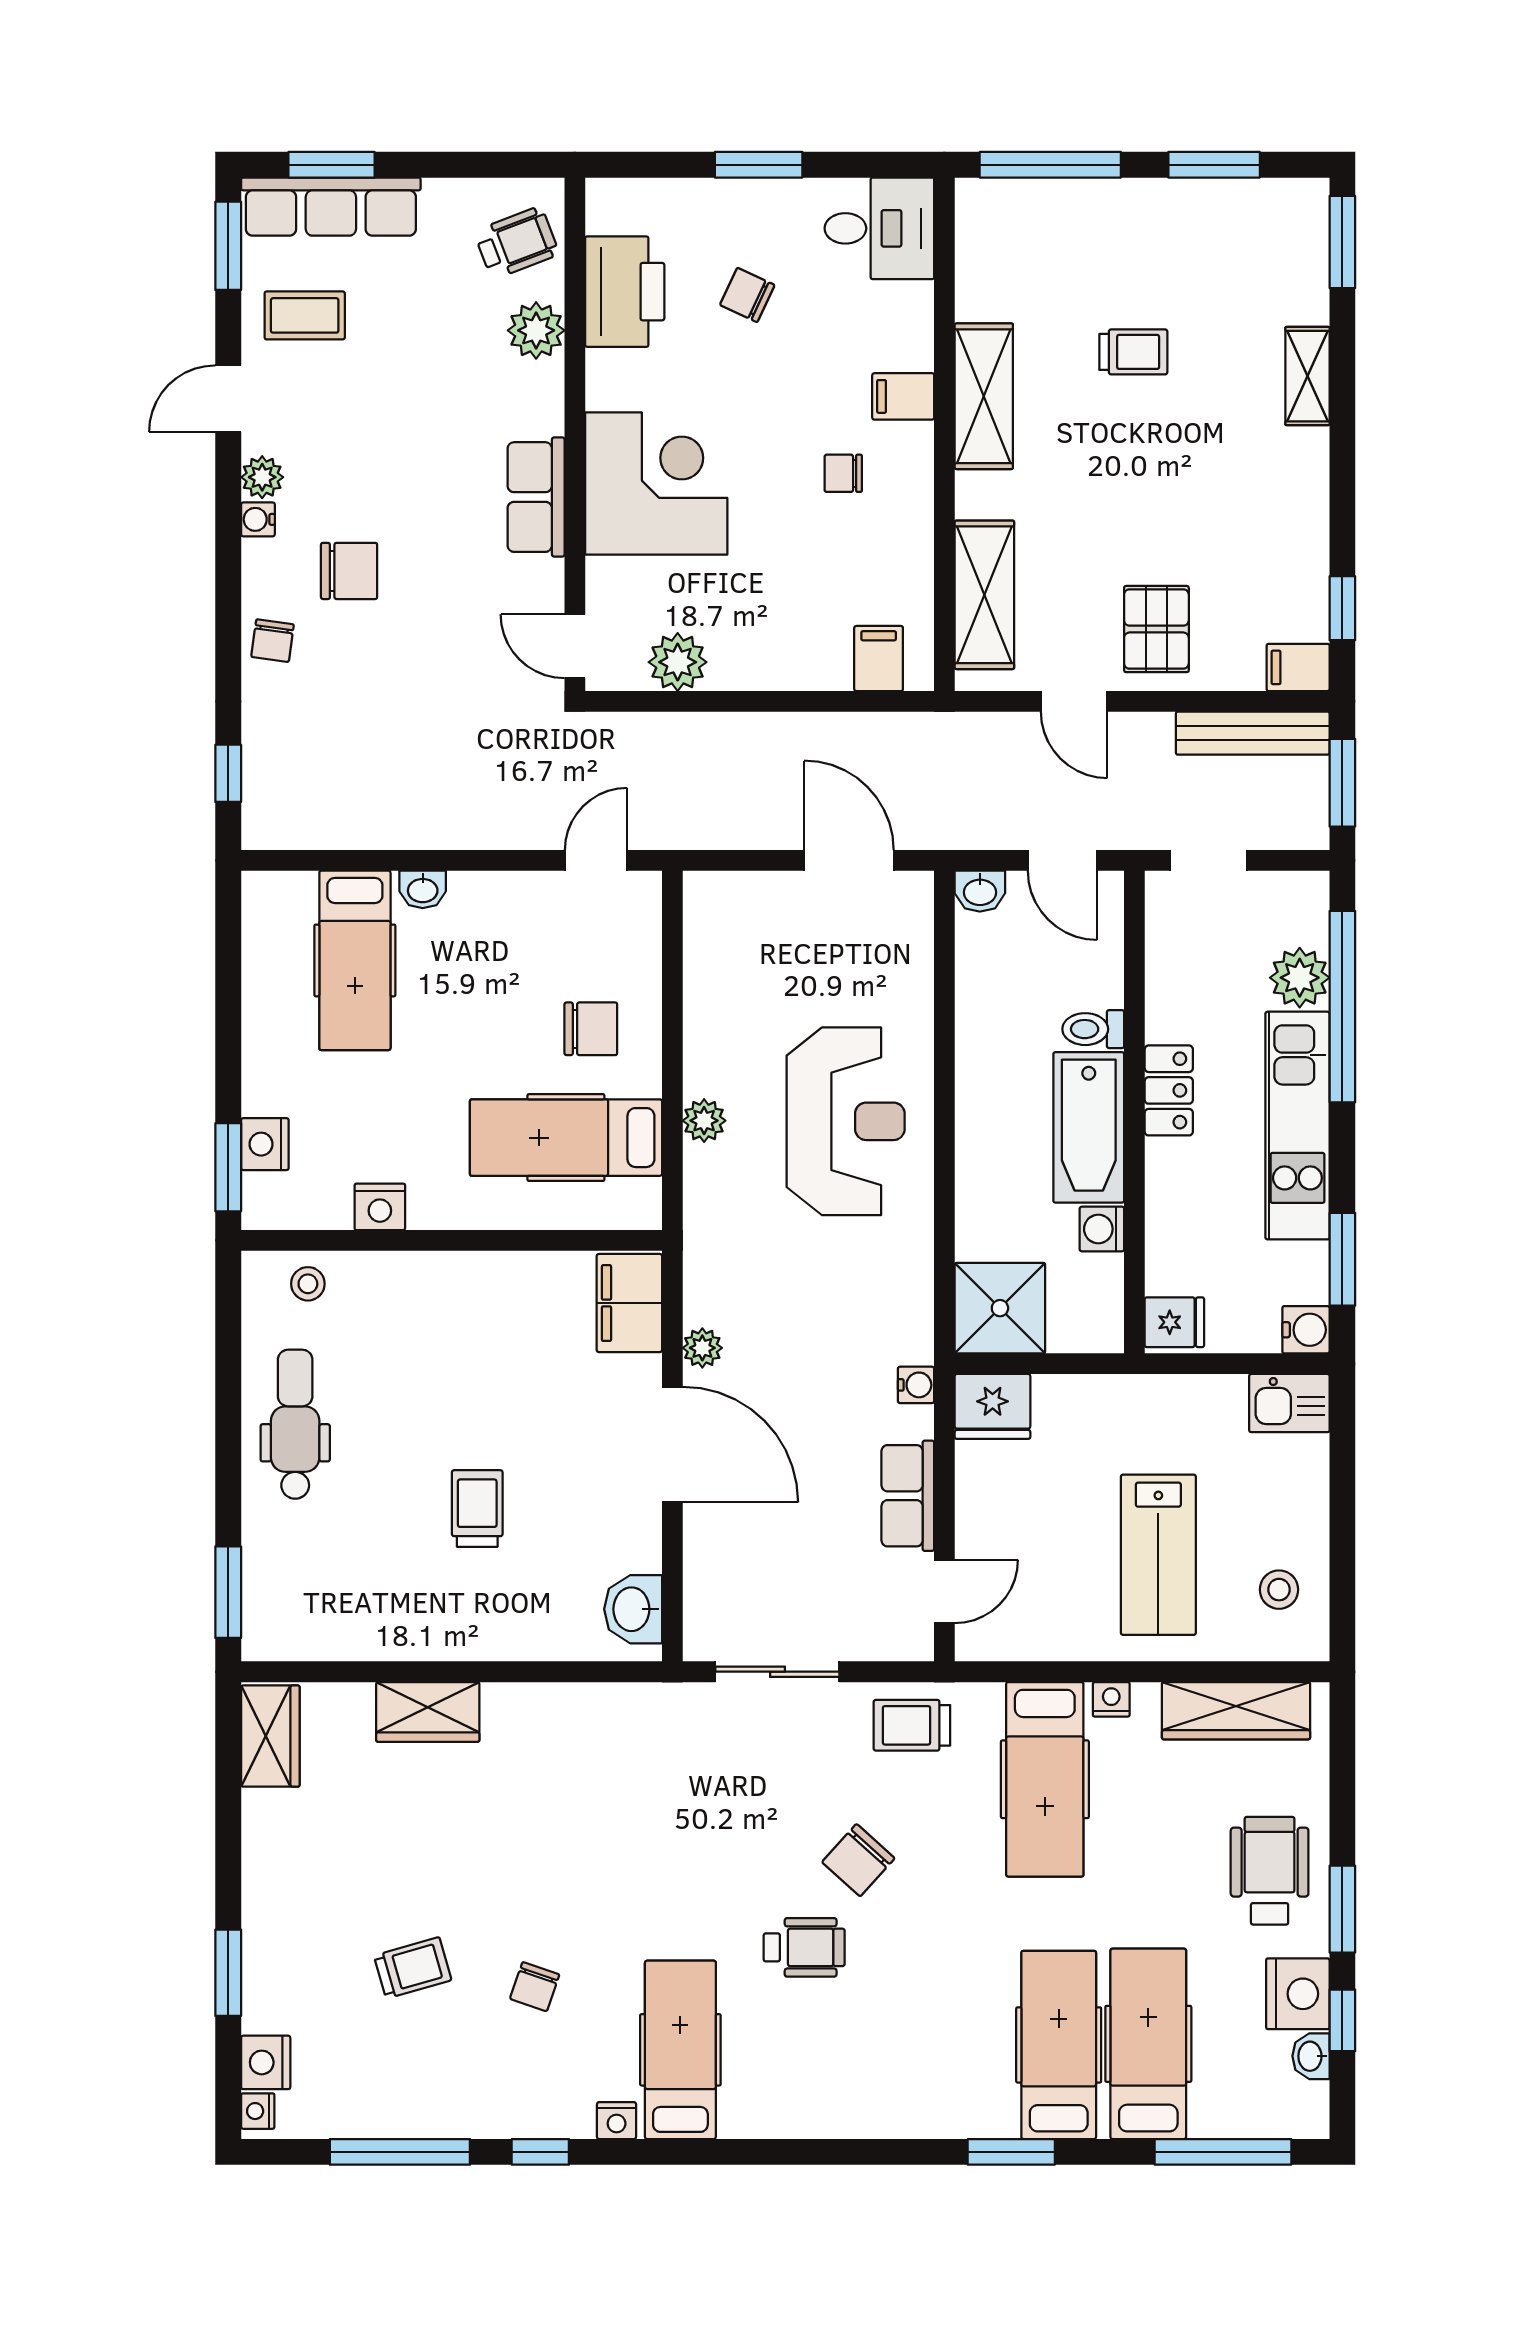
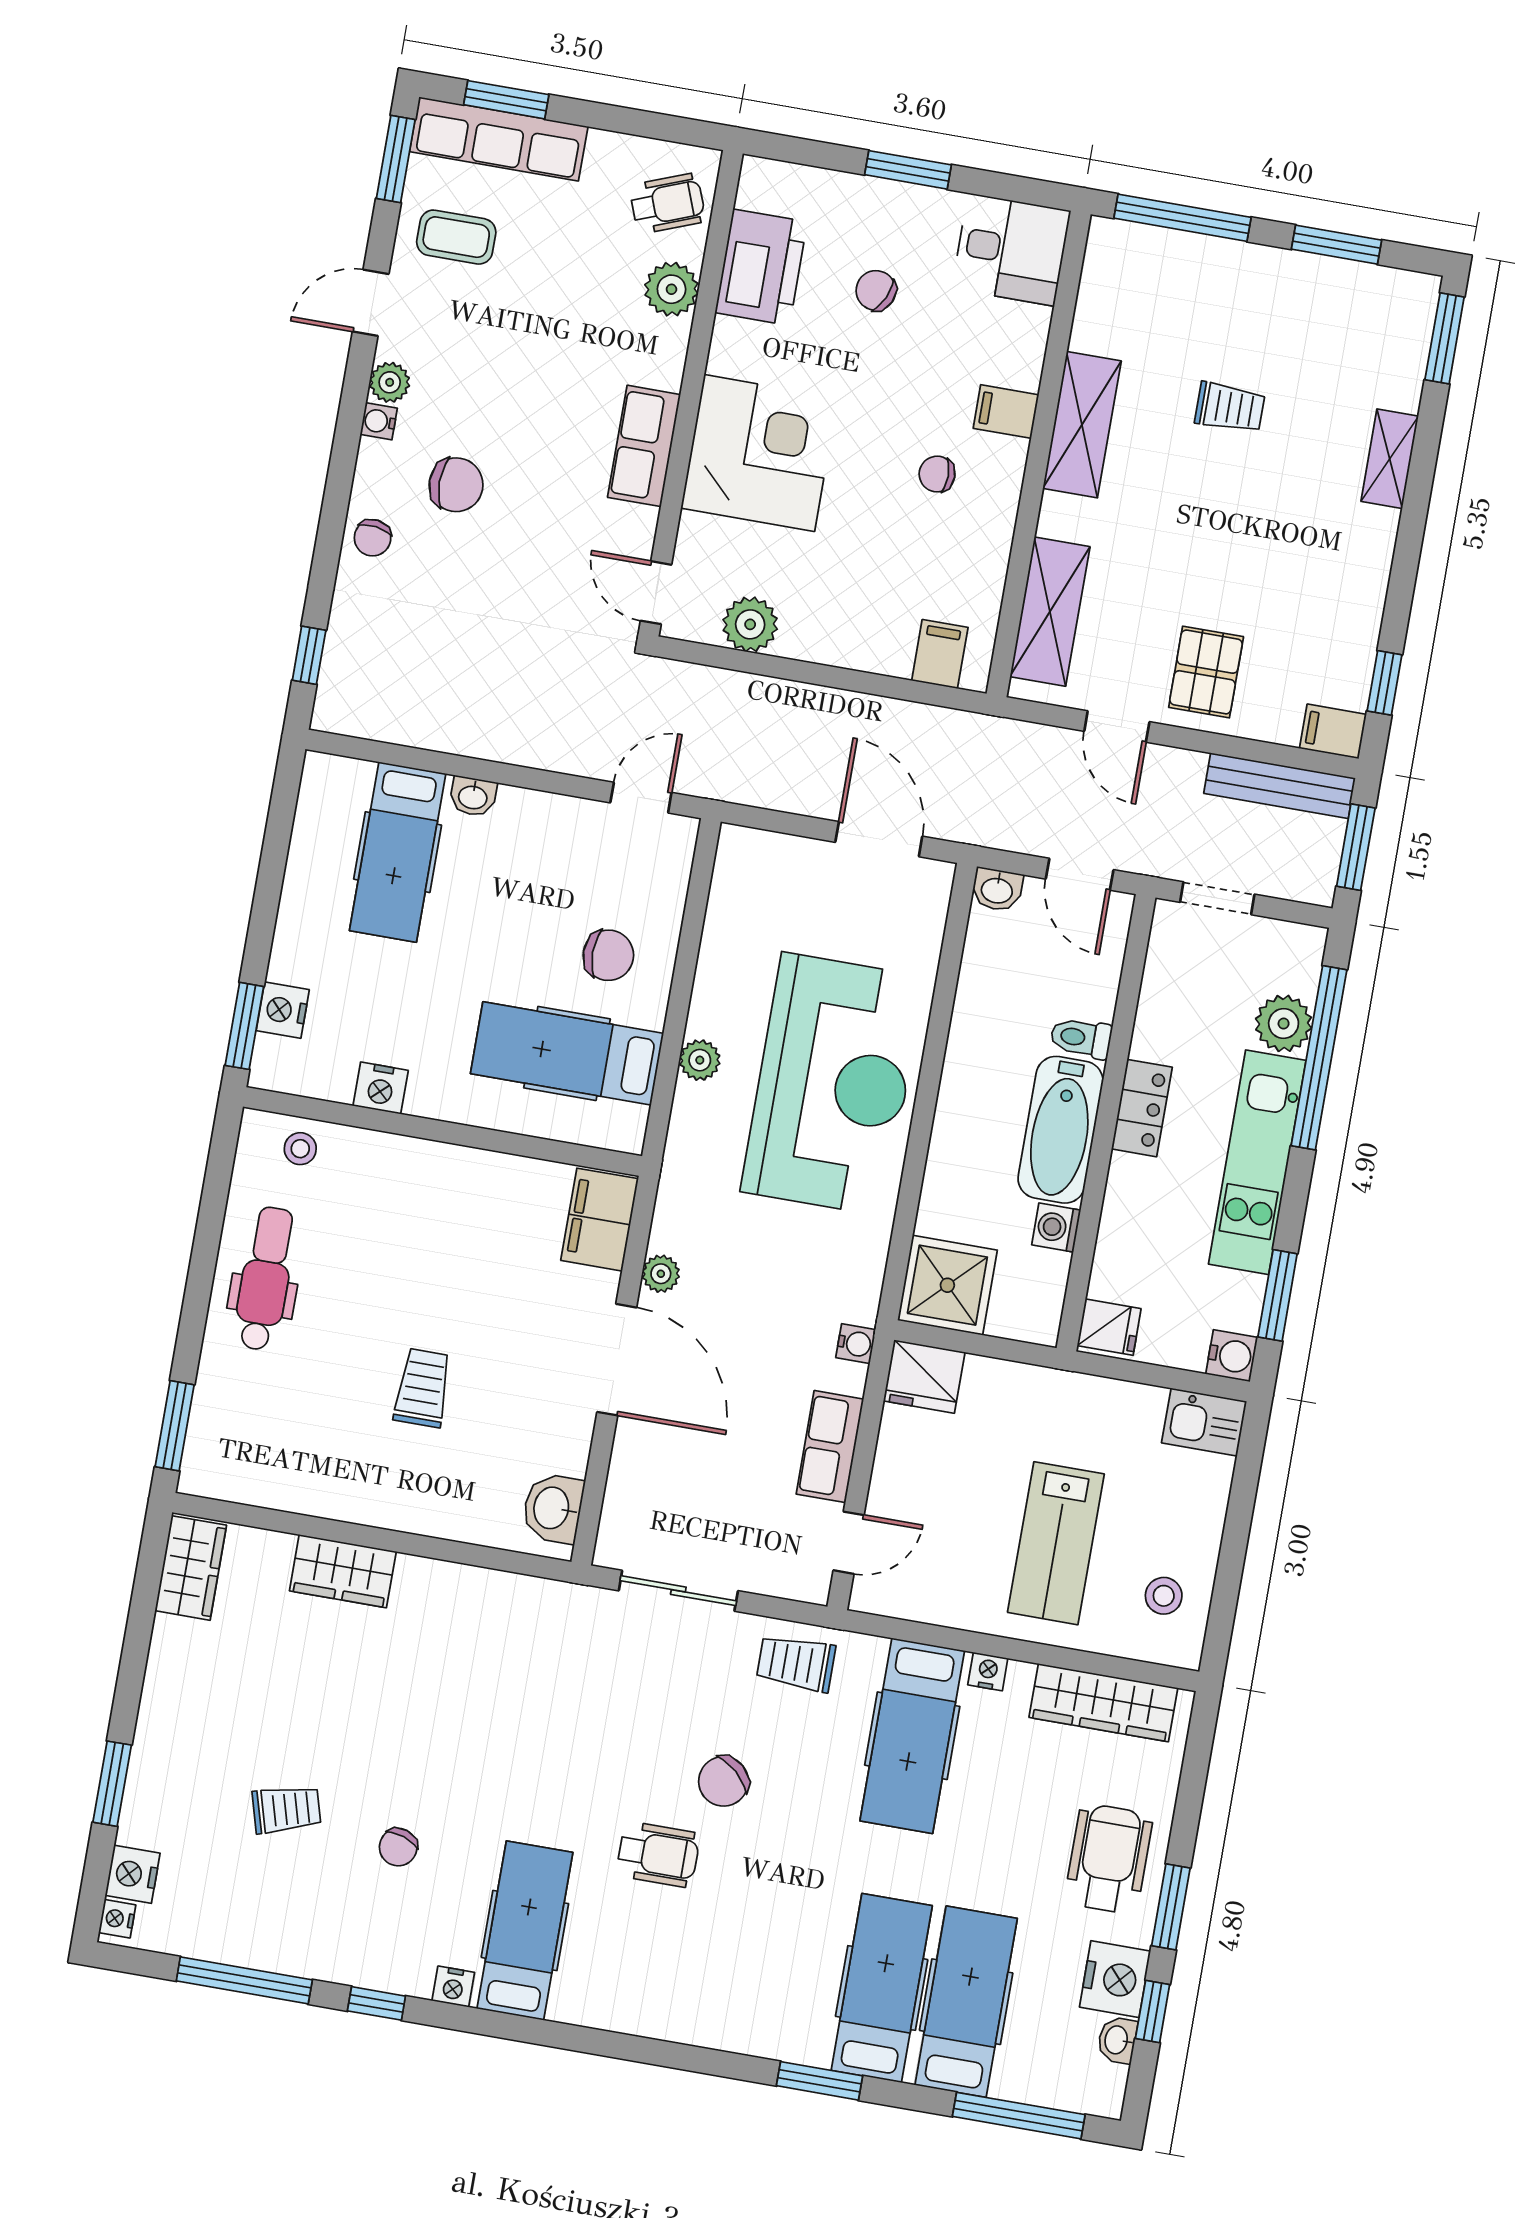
reception desk: (846, 1121) -> (833, 1084), width x1.36, depth x1.30

